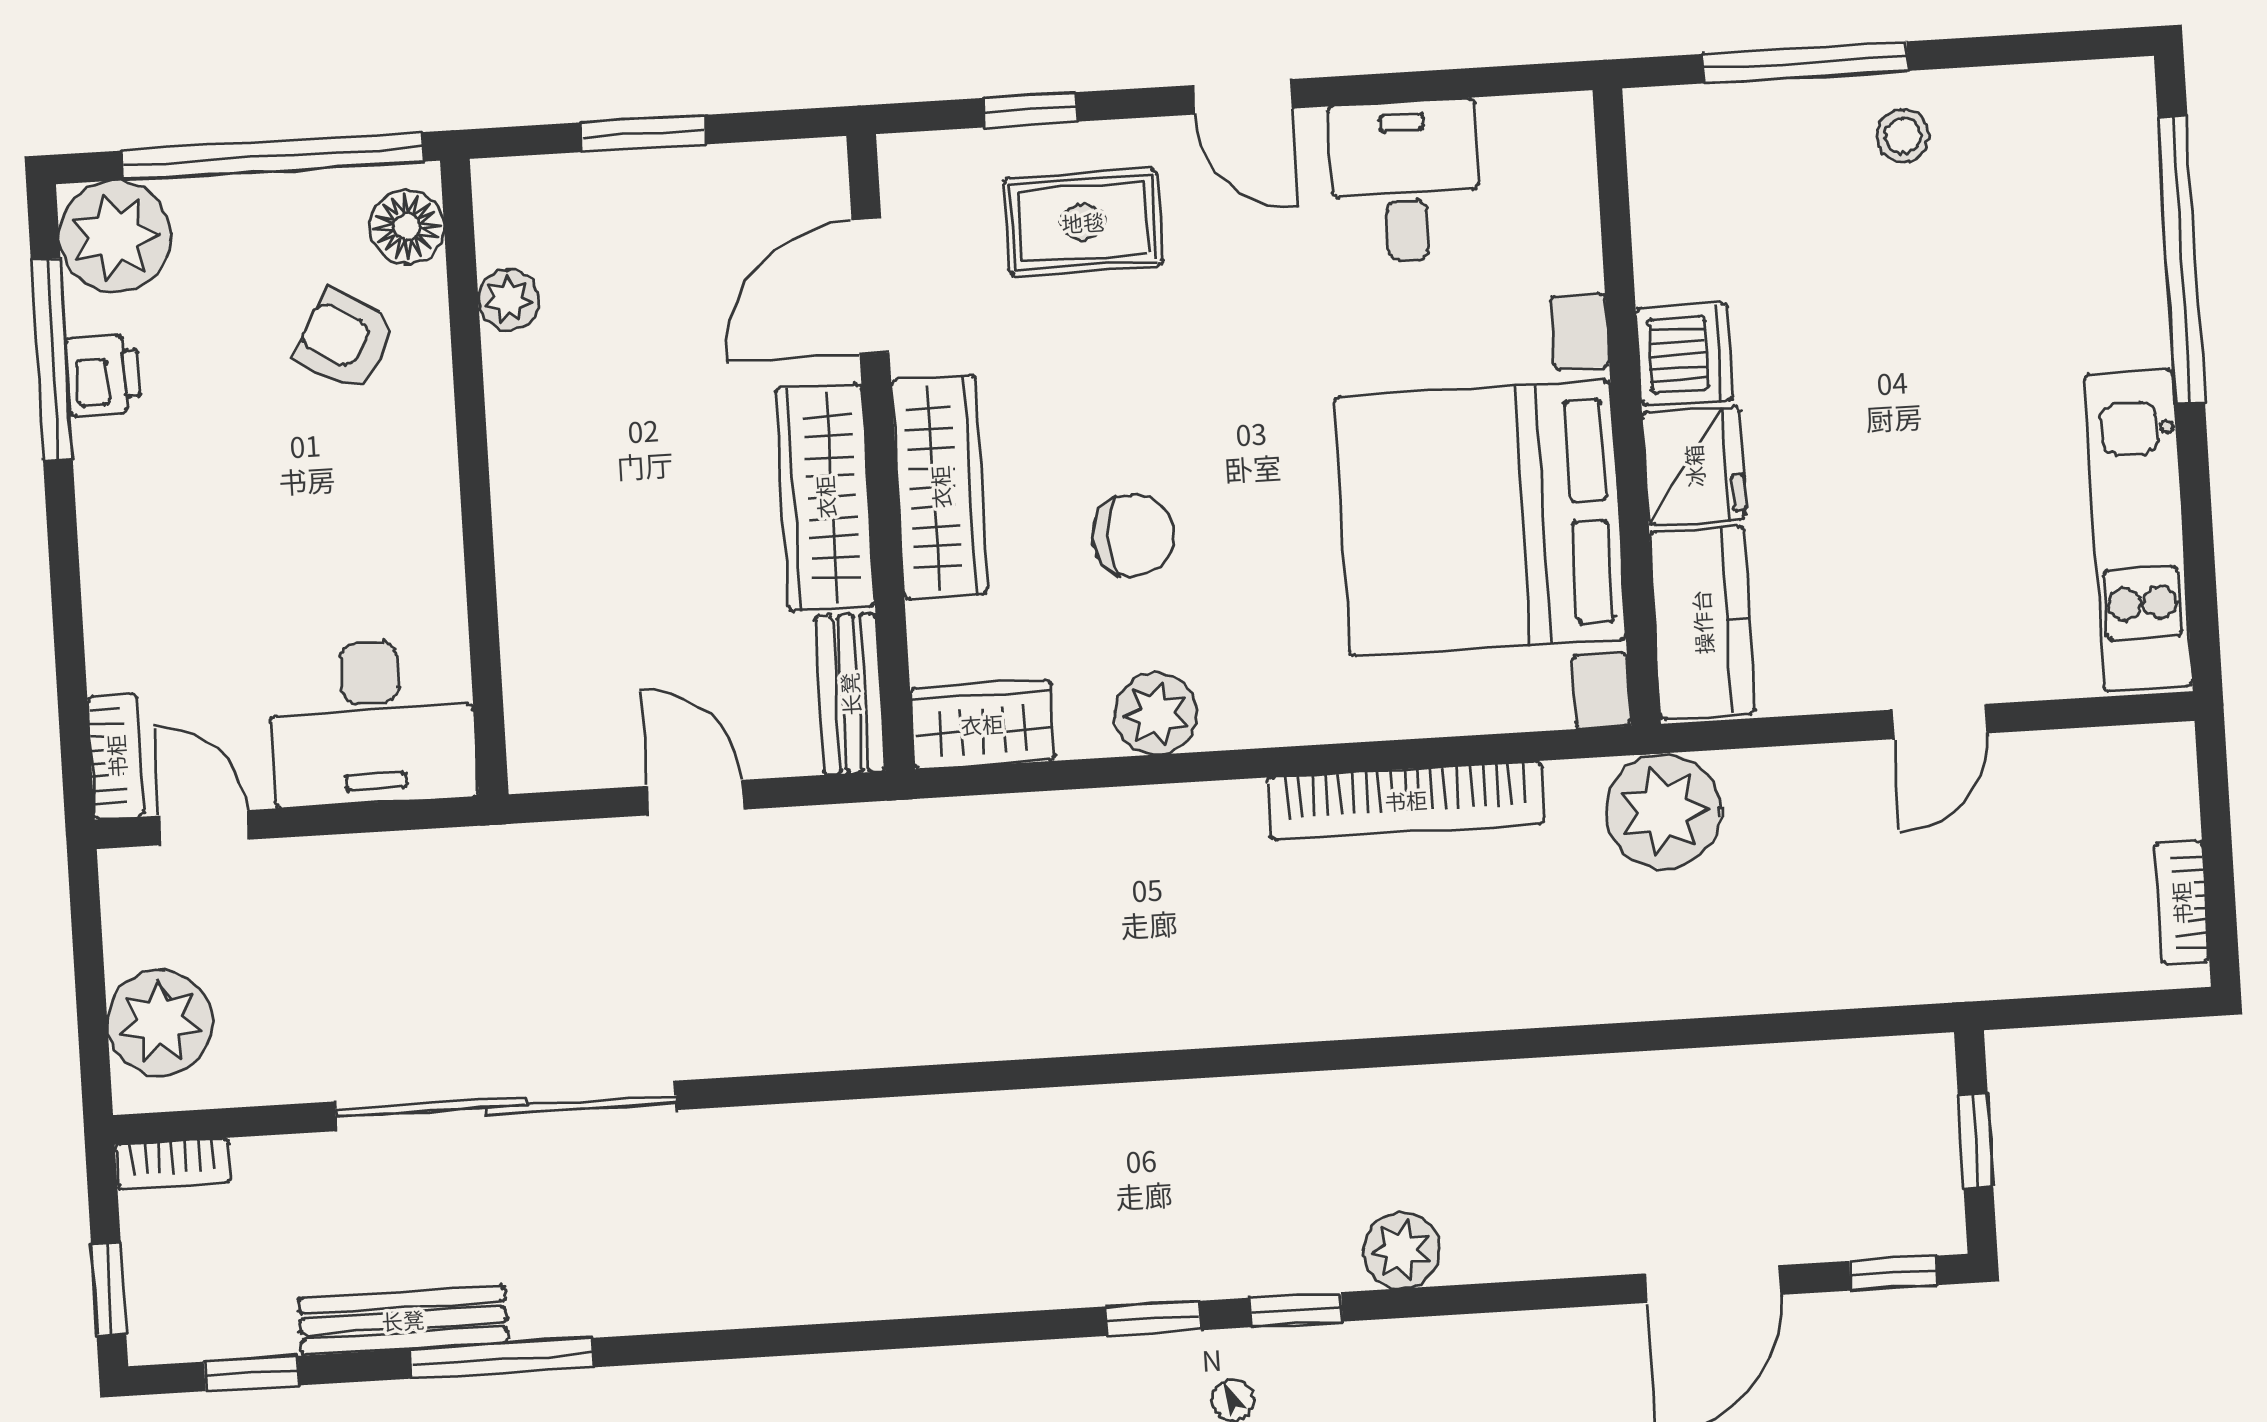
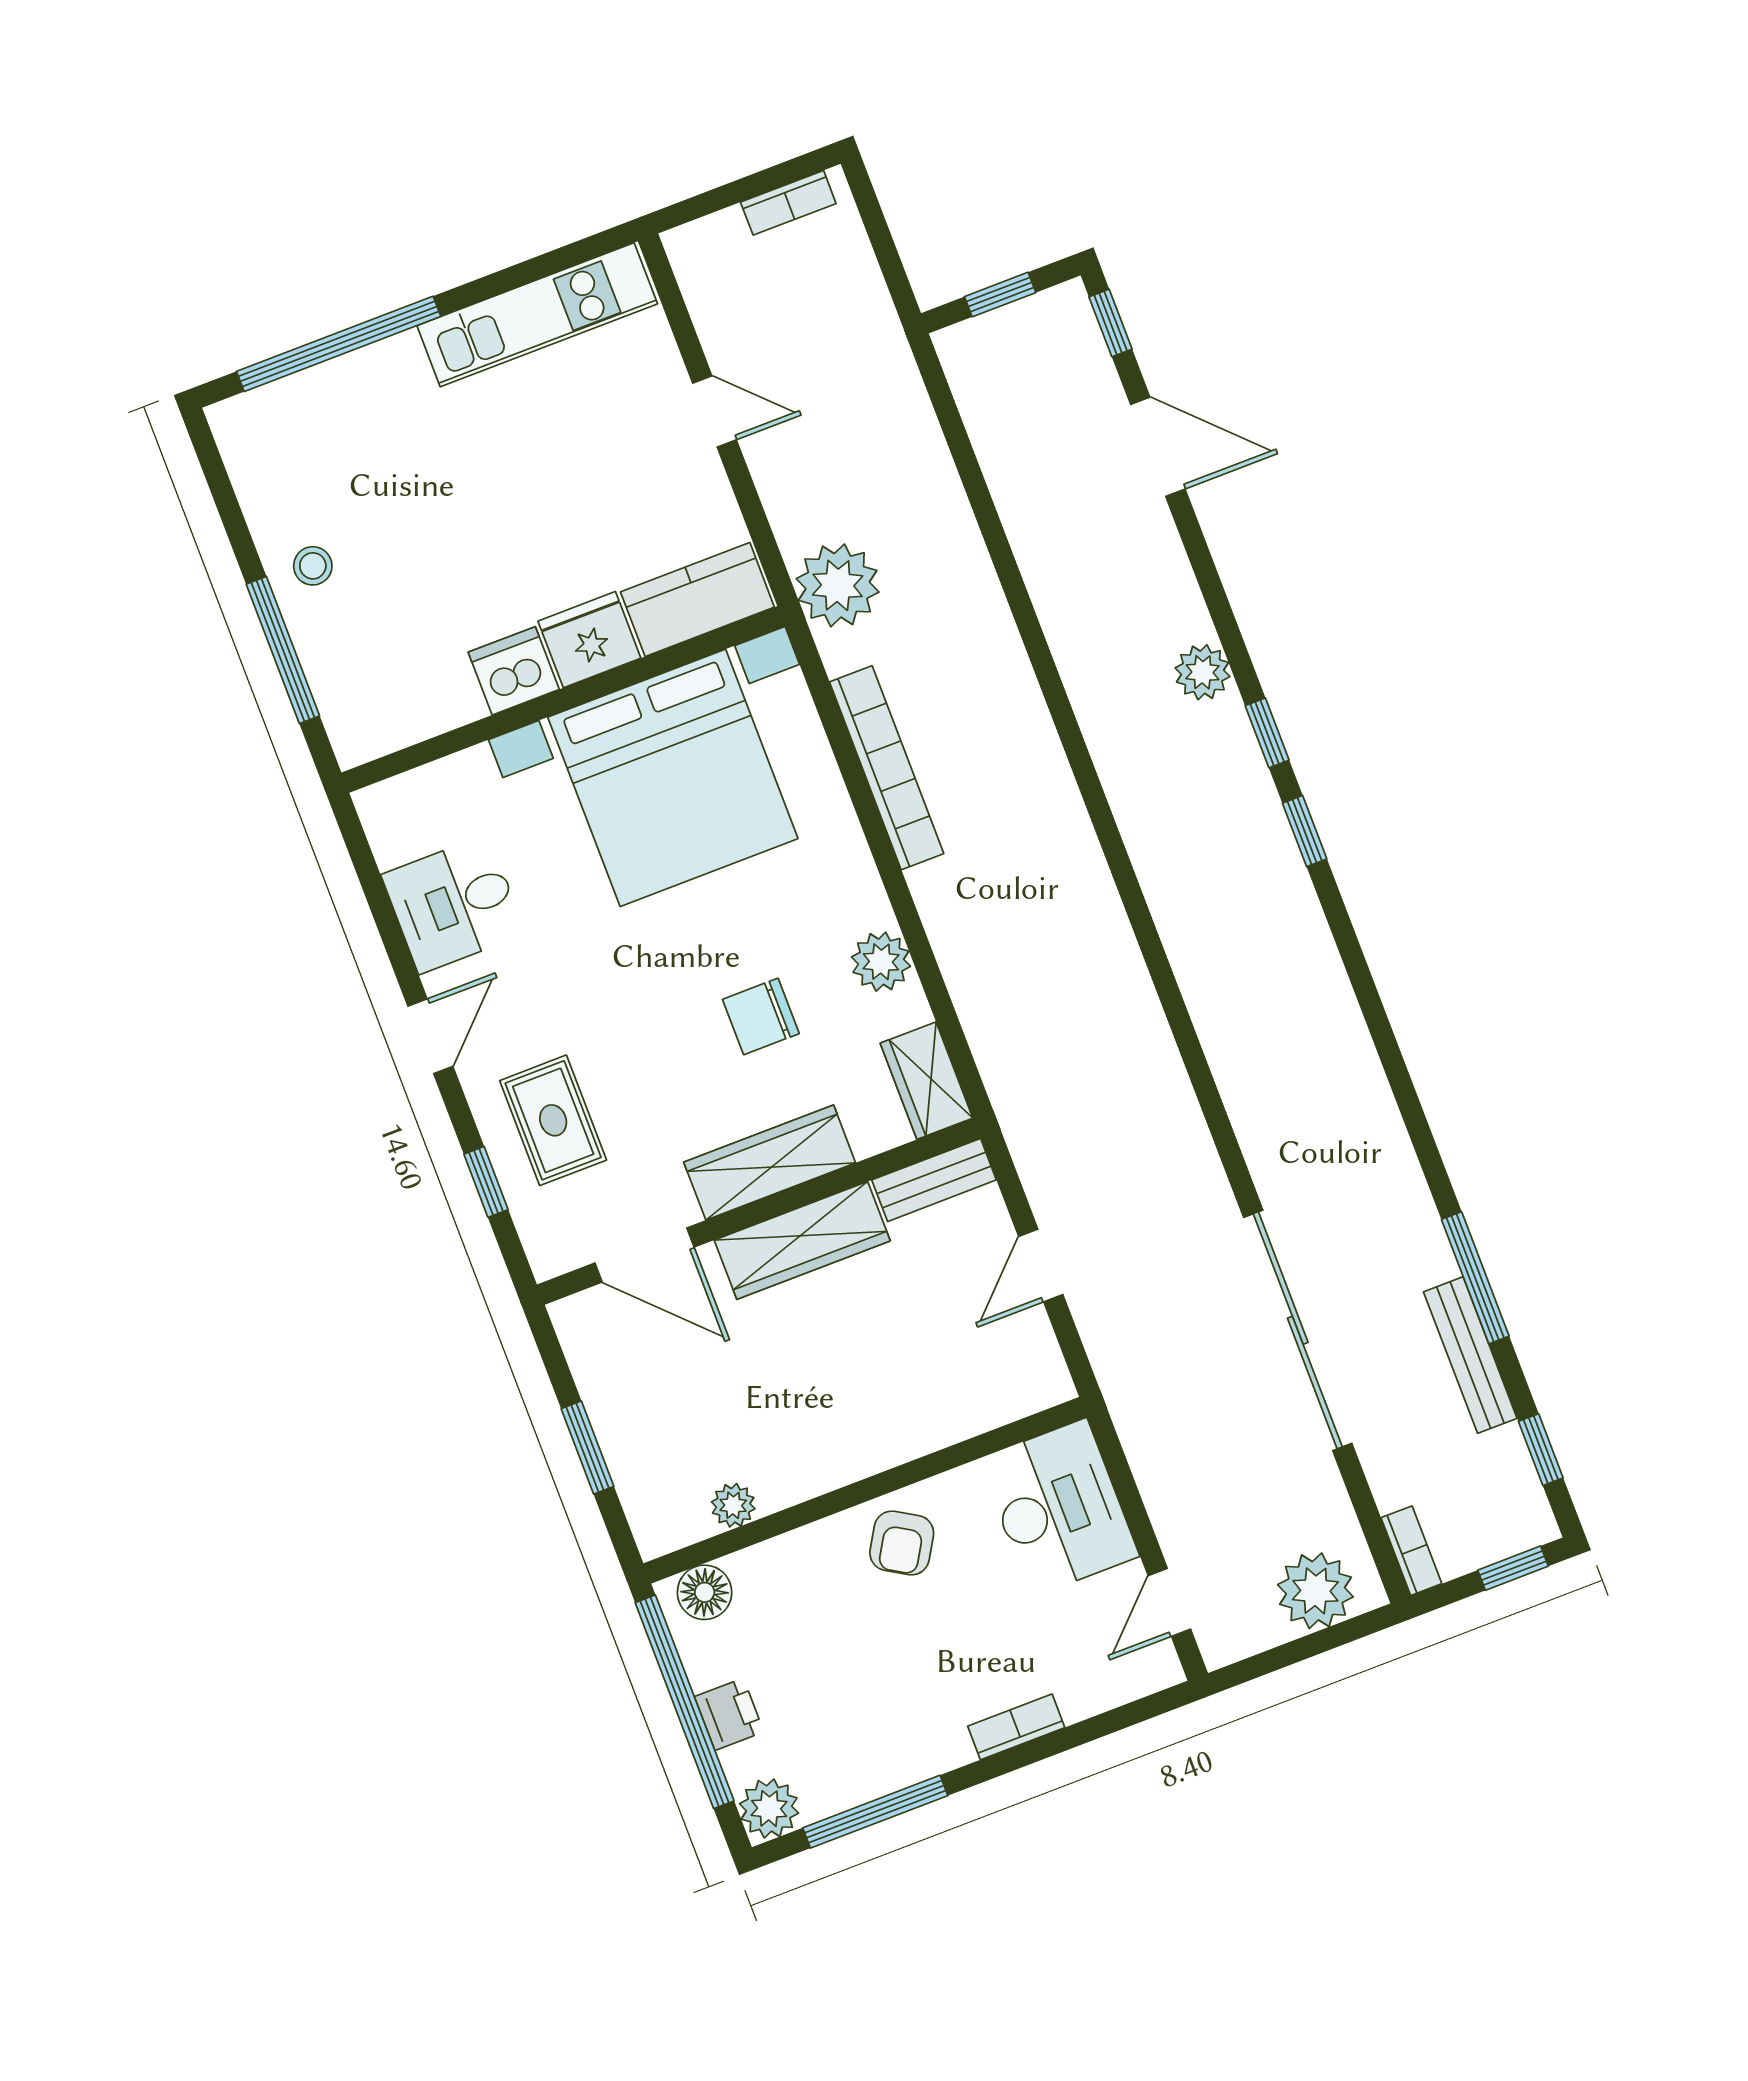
plant: (115, 237) -> (769, 1808), width x0.73, depth x0.73
armchair: (346, 340) -> (902, 1543), moved
printer: (103, 375) -> (729, 1714), moved, turned 90
chair: (1134, 535) -> (761, 1016), turned -90
bookcase: (116, 756) -> (1016, 1727), moved

